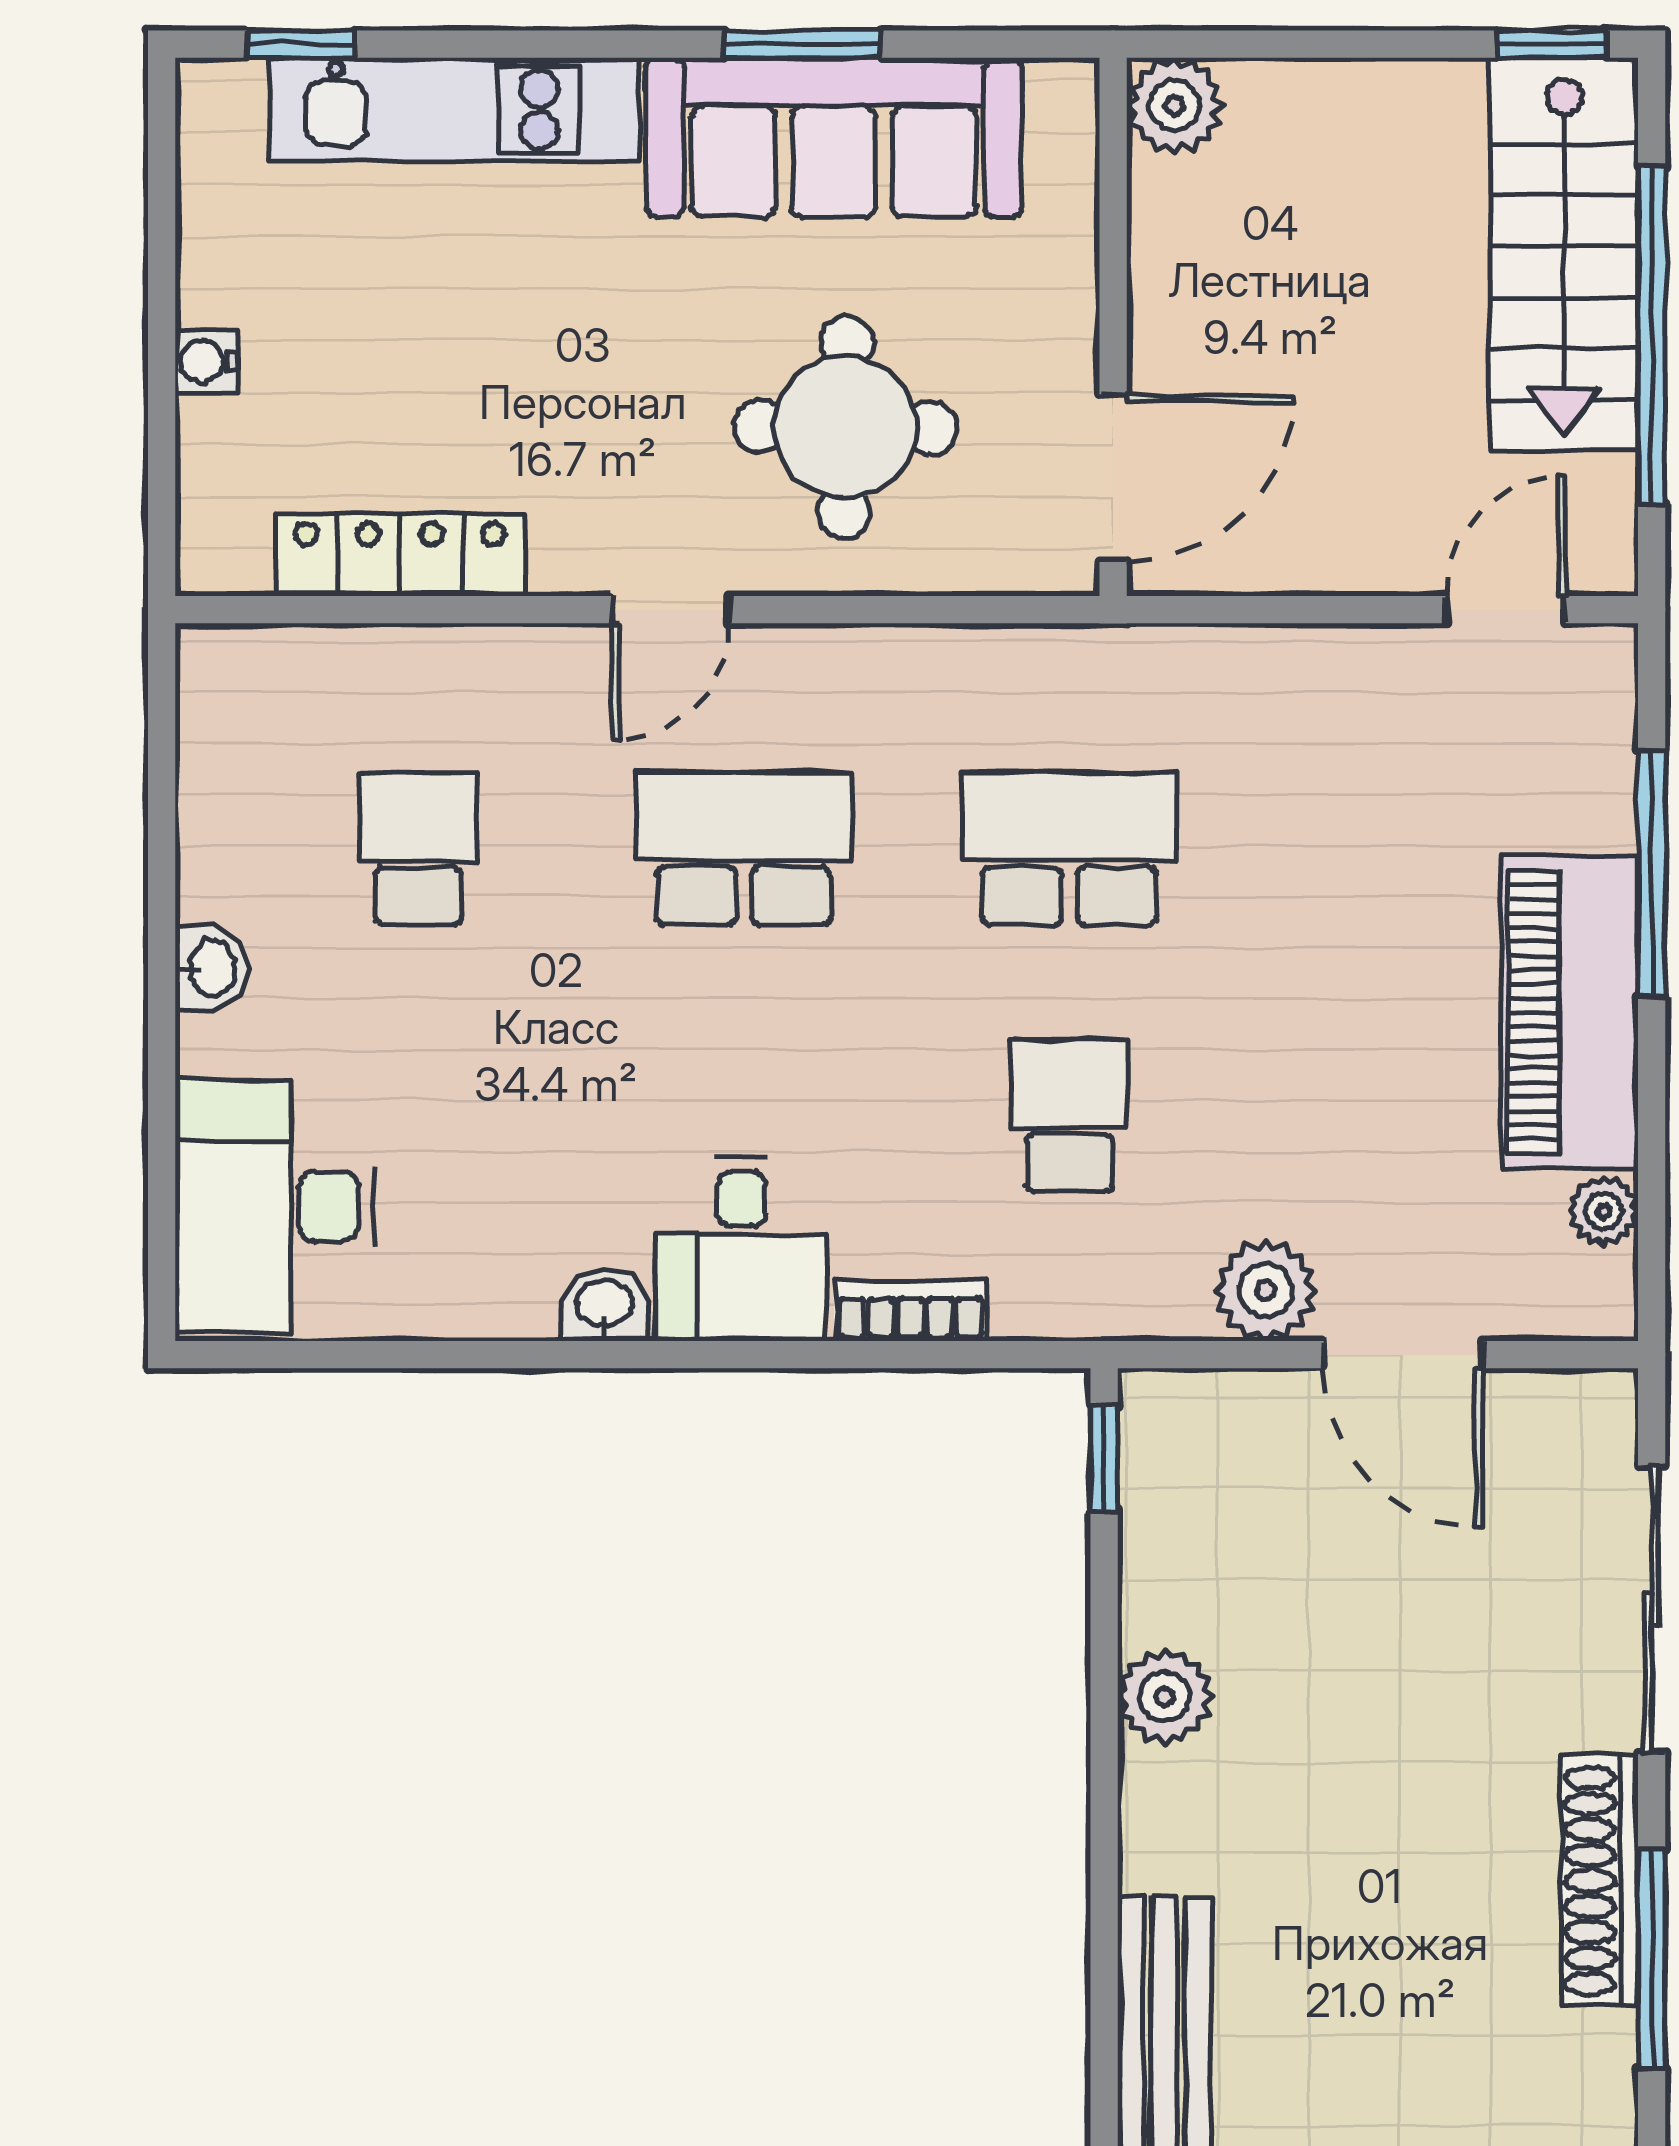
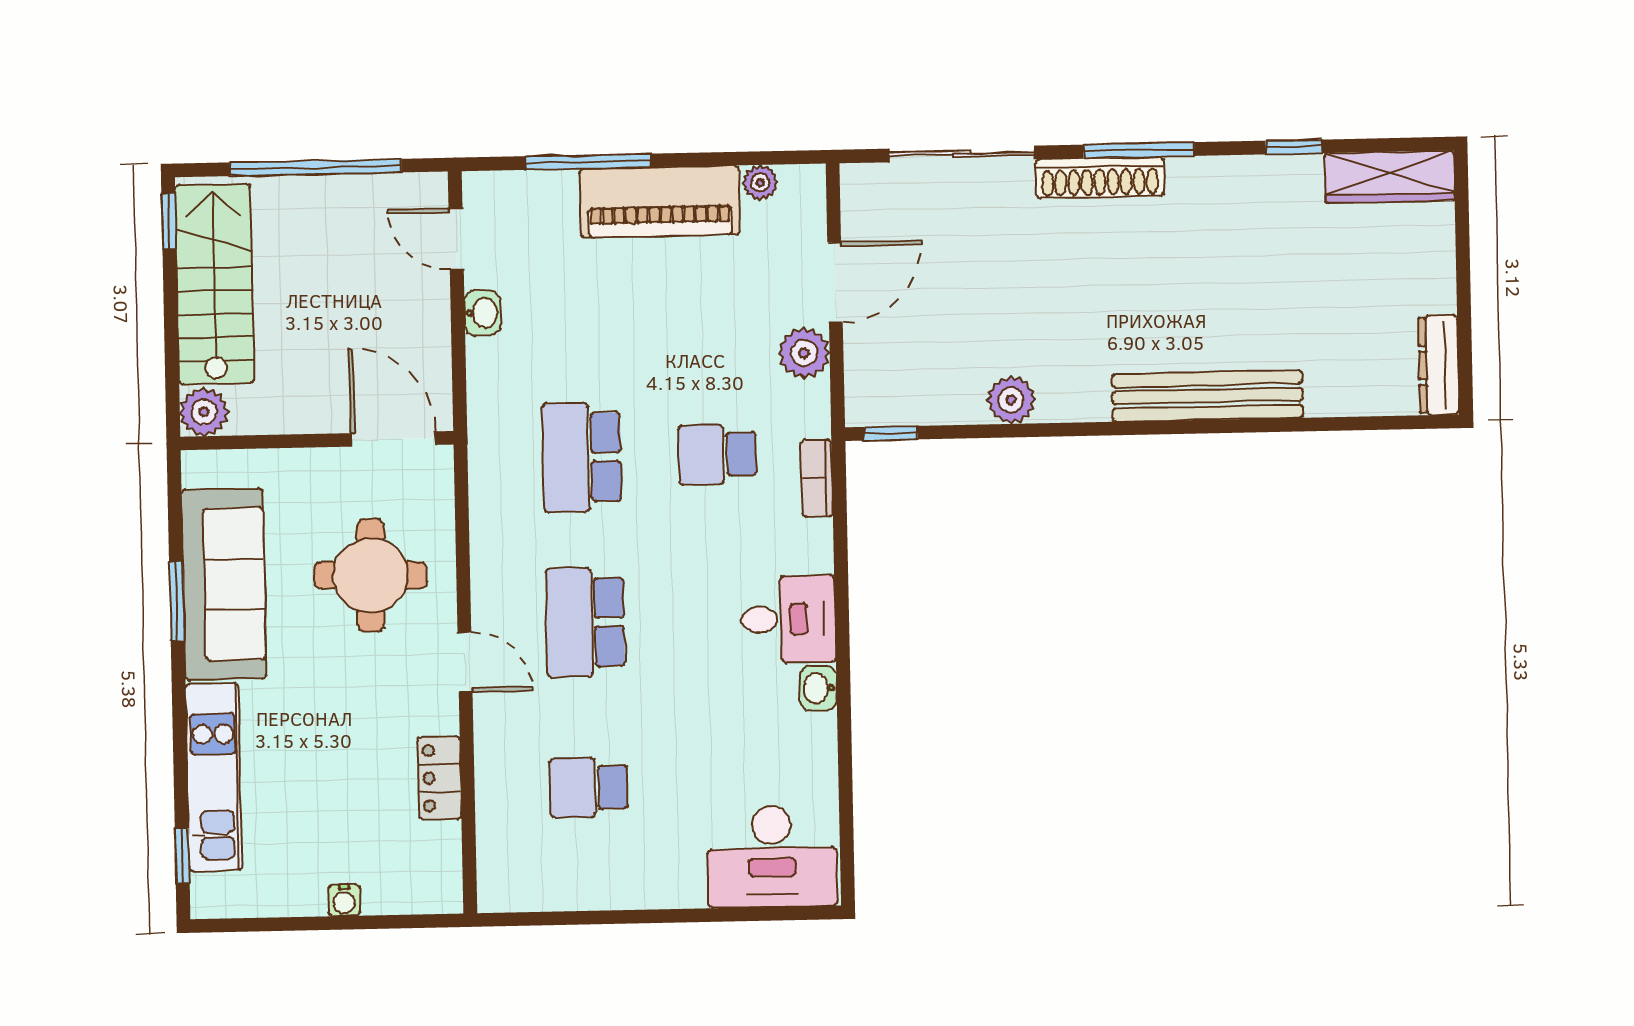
stairs: (1564, 254) -> (215, 284), moved, turned -90
locker: (400, 555) -> (440, 778), width x0.66
washbasin: (211, 968) -> (483, 313), moved, turned 90
bookcase: (910, 1311) -> (817, 478), moved

